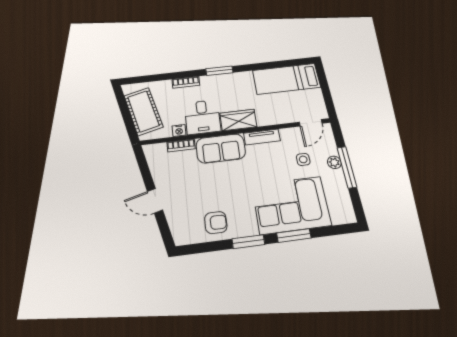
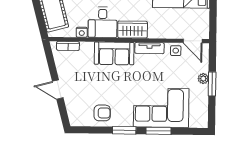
door: (311, 123) -> (193, 41), hinge flipped
bookcase: (181, 145) -> (68, 46), moved
side table: (303, 159) -> (176, 51), moved
window: (347, 167) -> (212, 84), width x0.69

